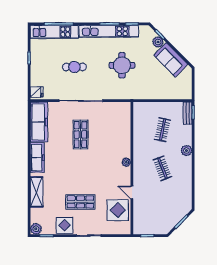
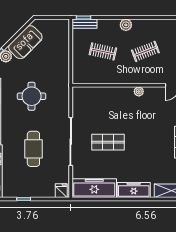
cafe table: (74, 67) -> (33, 149), width x1.37, depth x1.35

